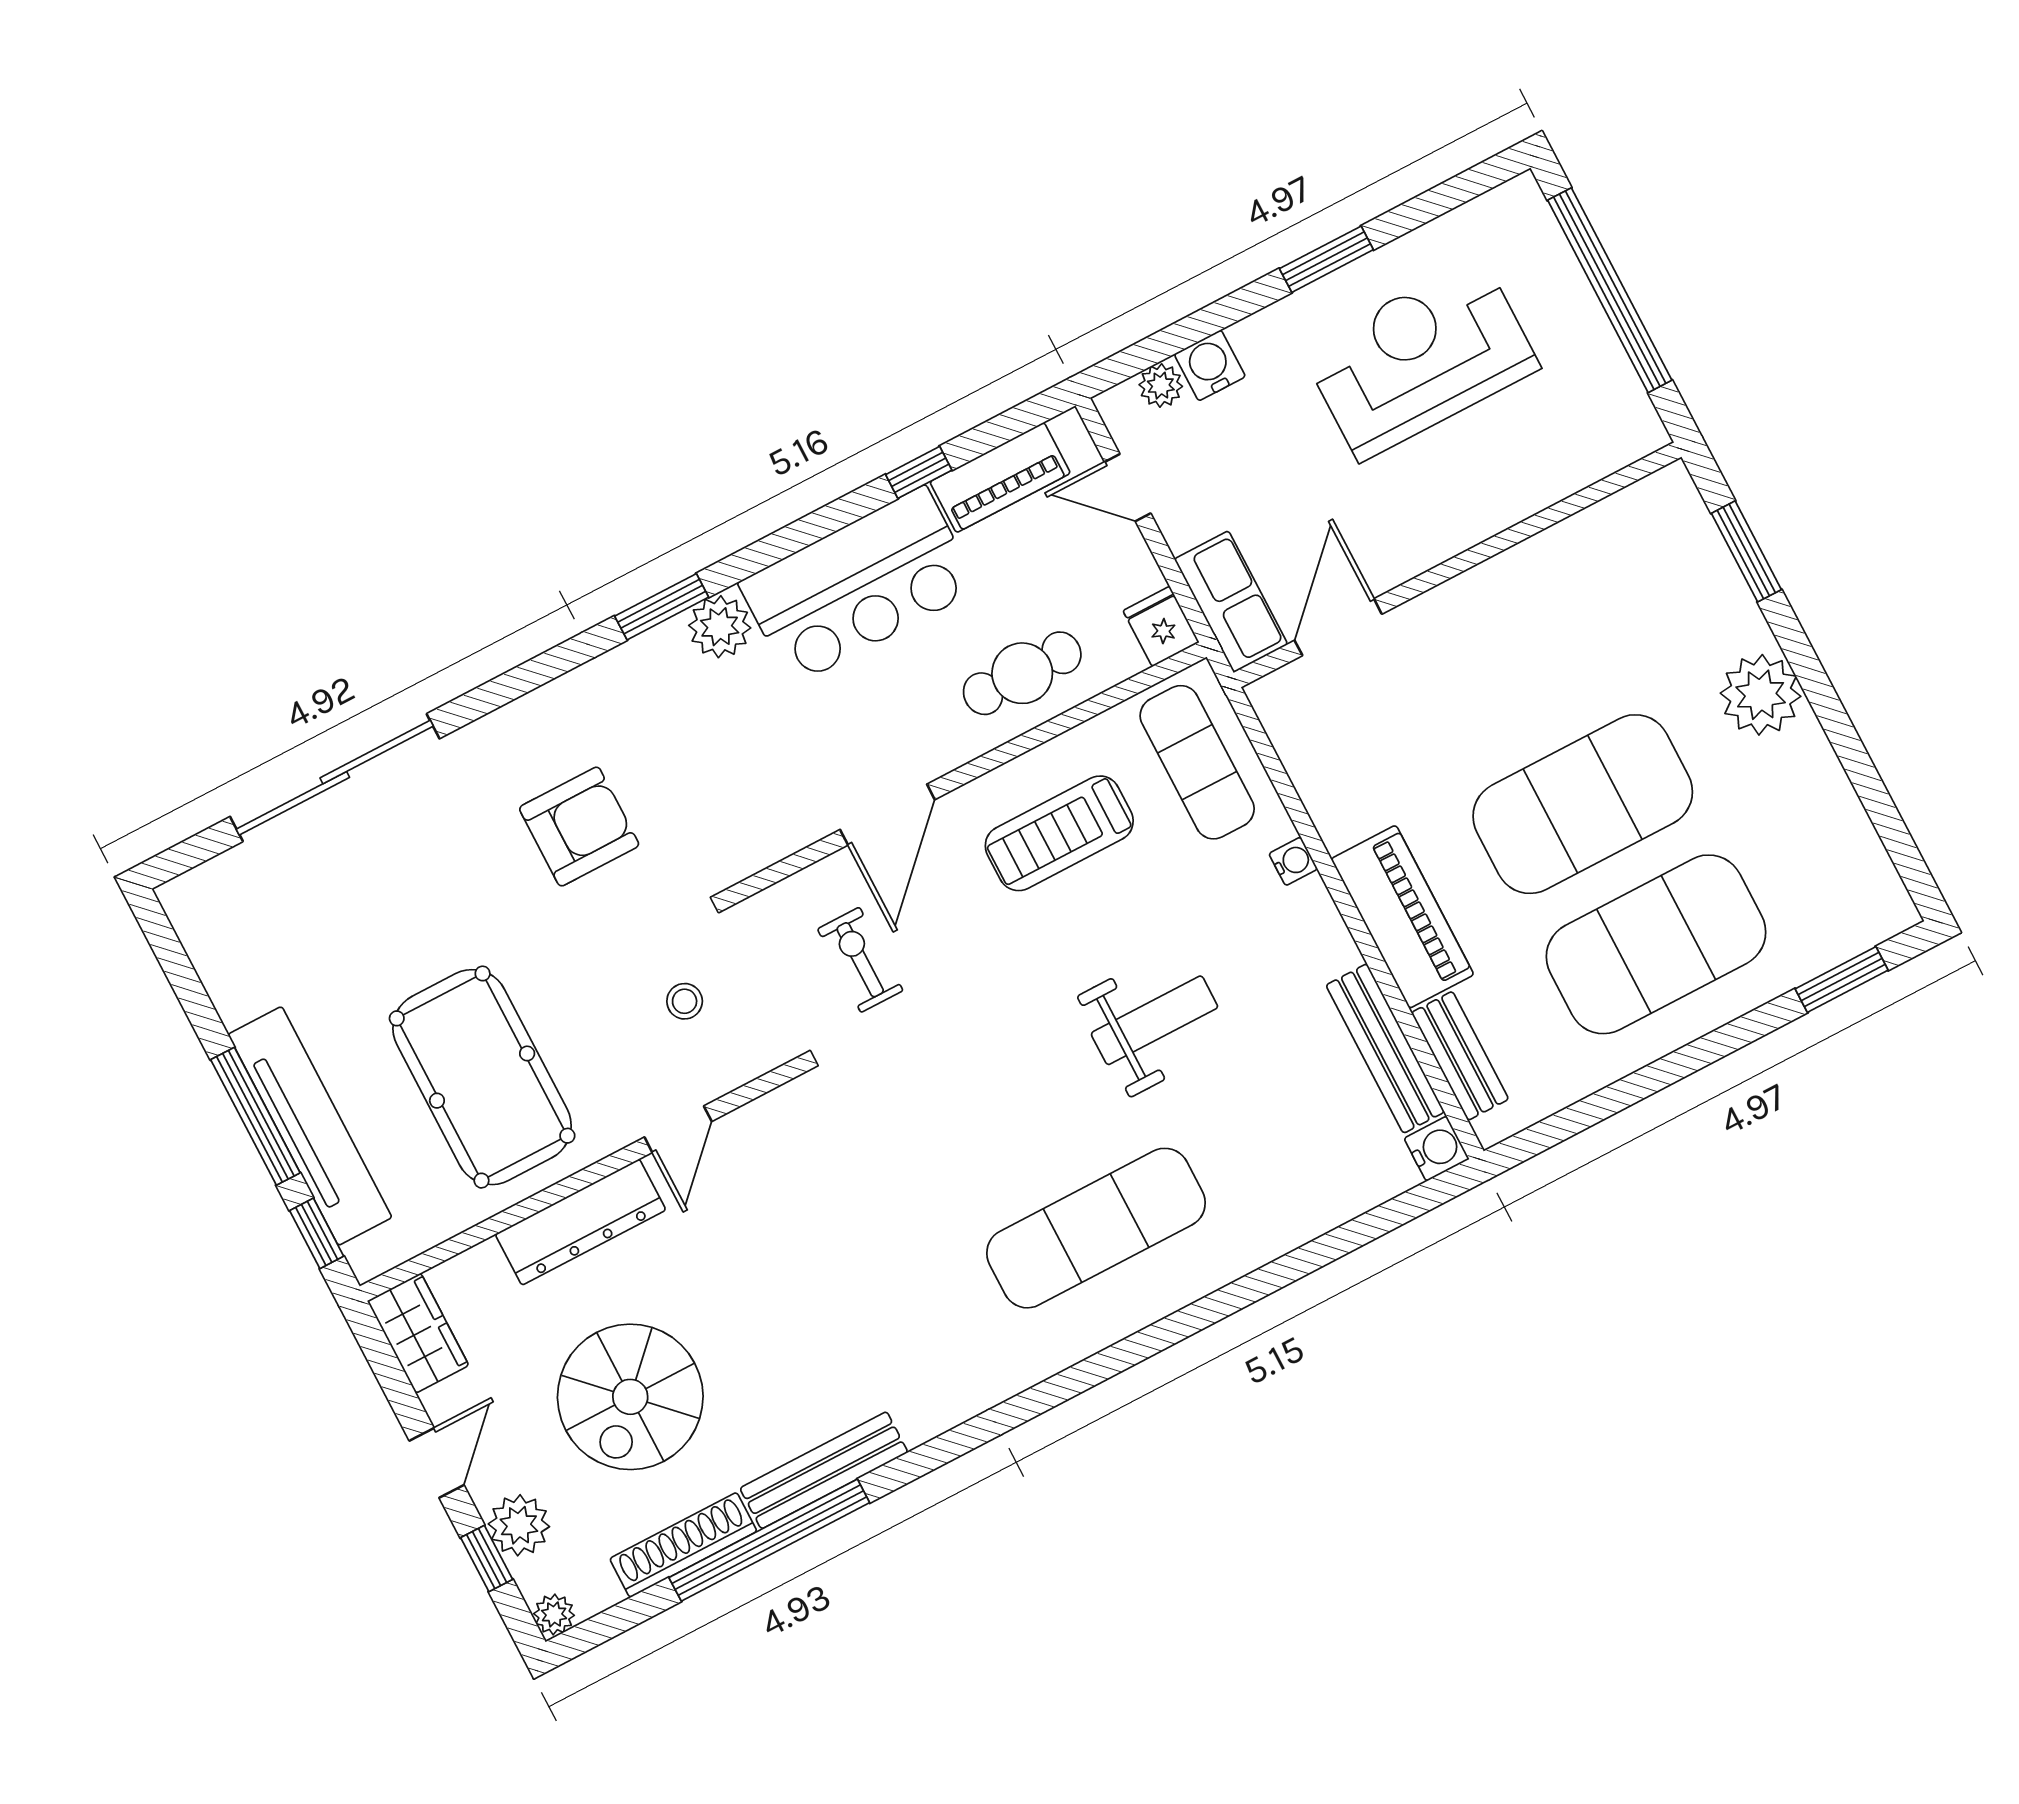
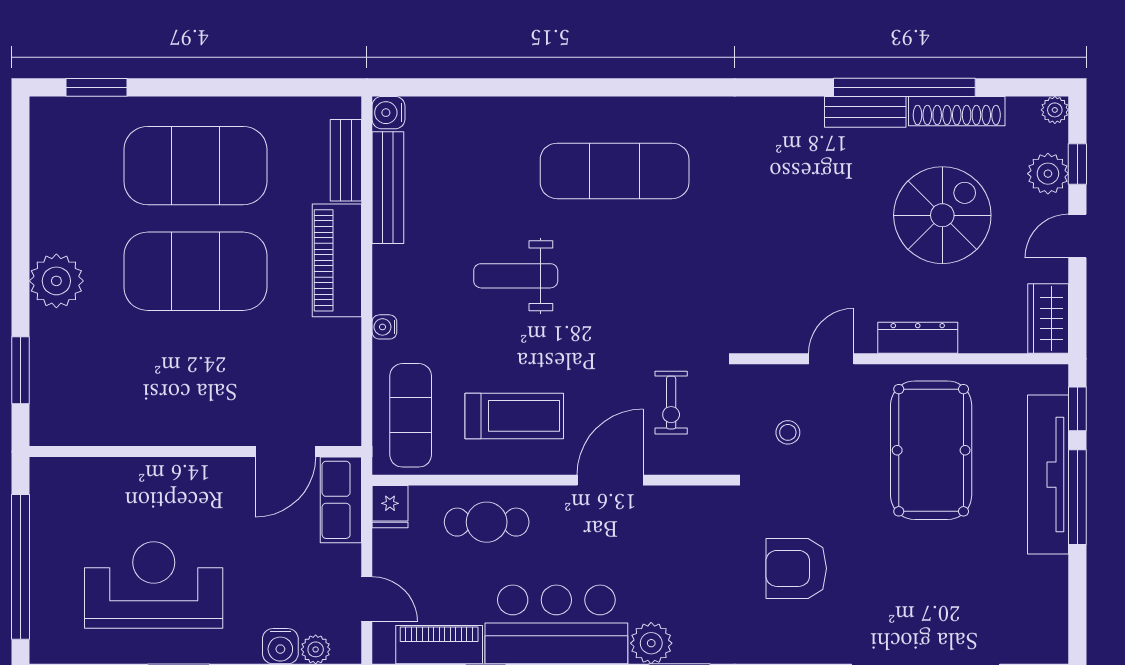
reception desk: (1420, 359) -> (154, 585), turned 180
dresser: (580, 1222) -> (918, 338), width x0.73, depth x0.80
bench: (824, 1470) -> (865, 112), width x0.73

